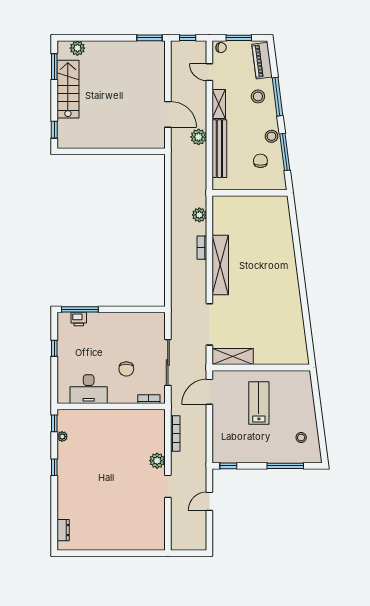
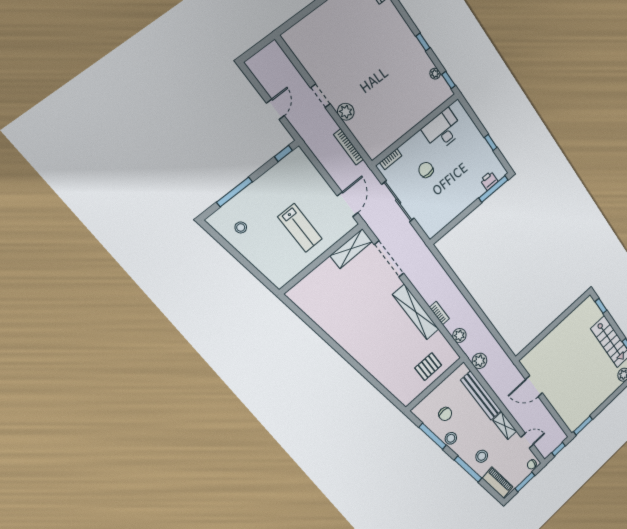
plant: (199, 137) -> (479, 361), moved
pallet: (244, 212) -> (428, 367), added

